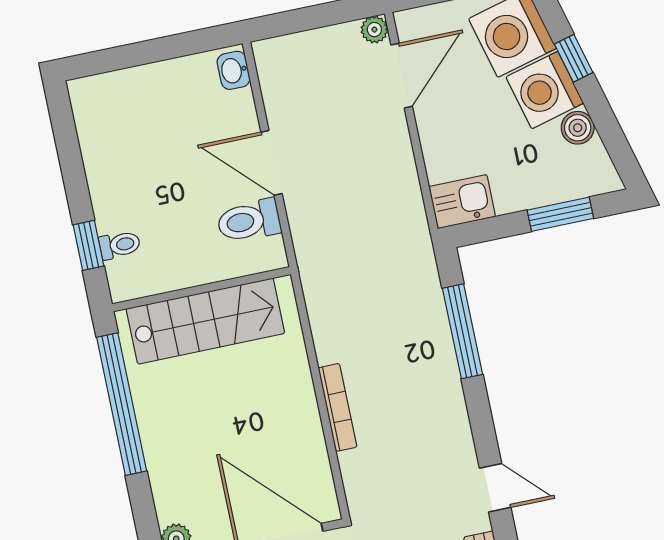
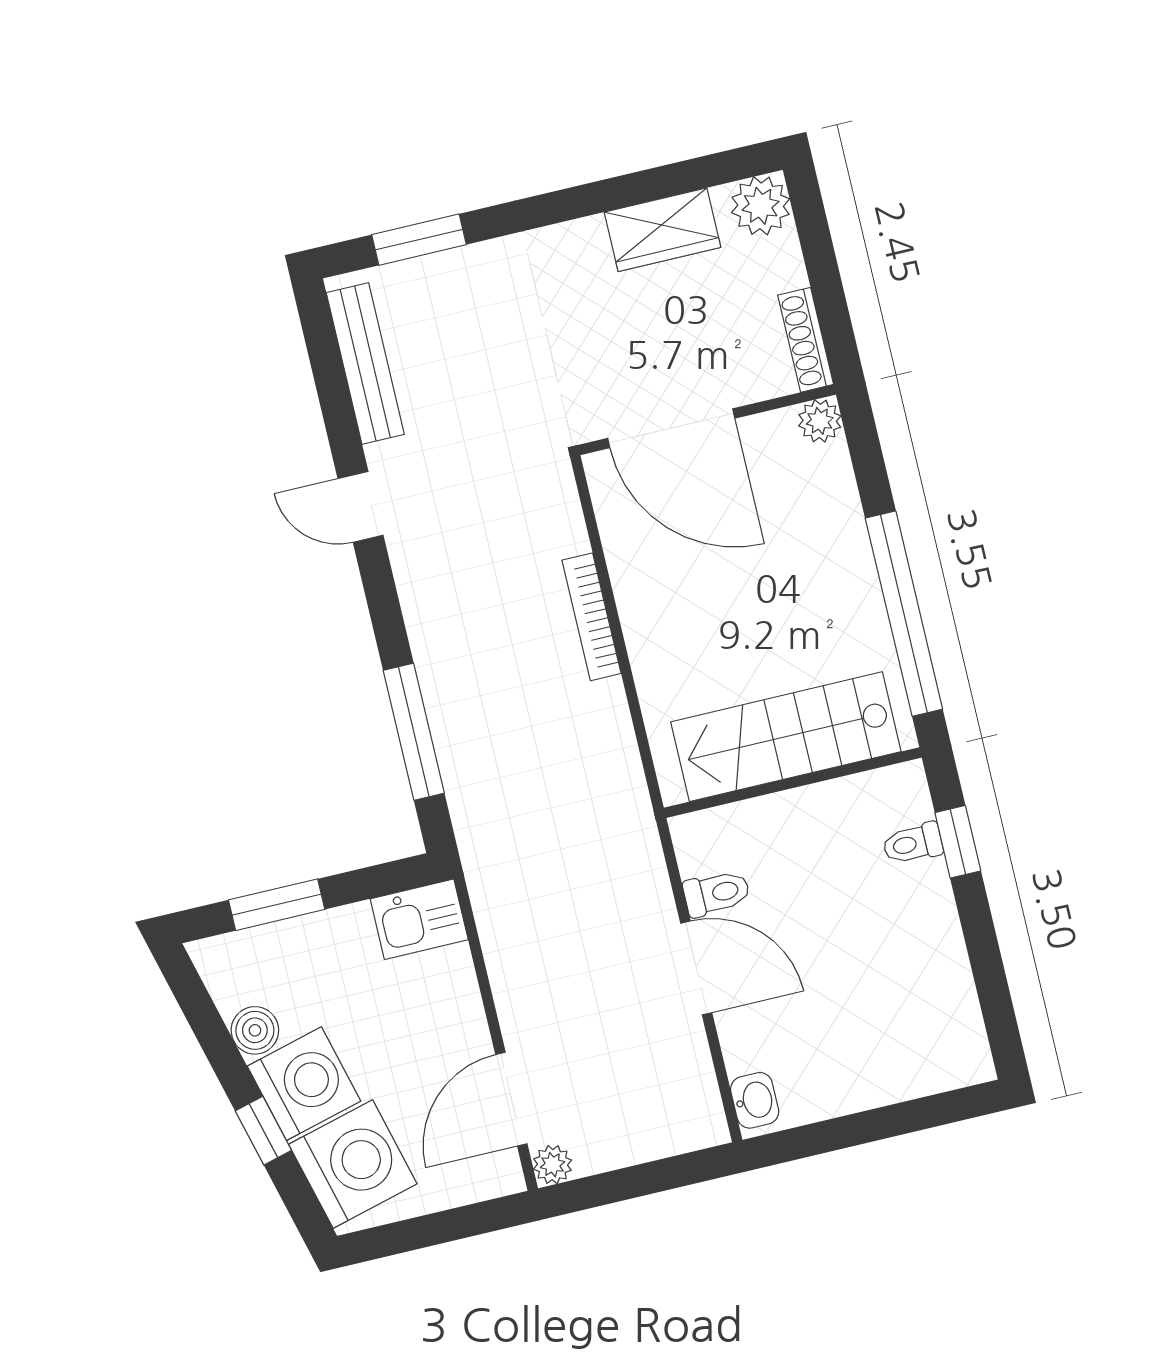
toilet: (249, 221) -> (717, 893), width x0.73, depth x0.72

